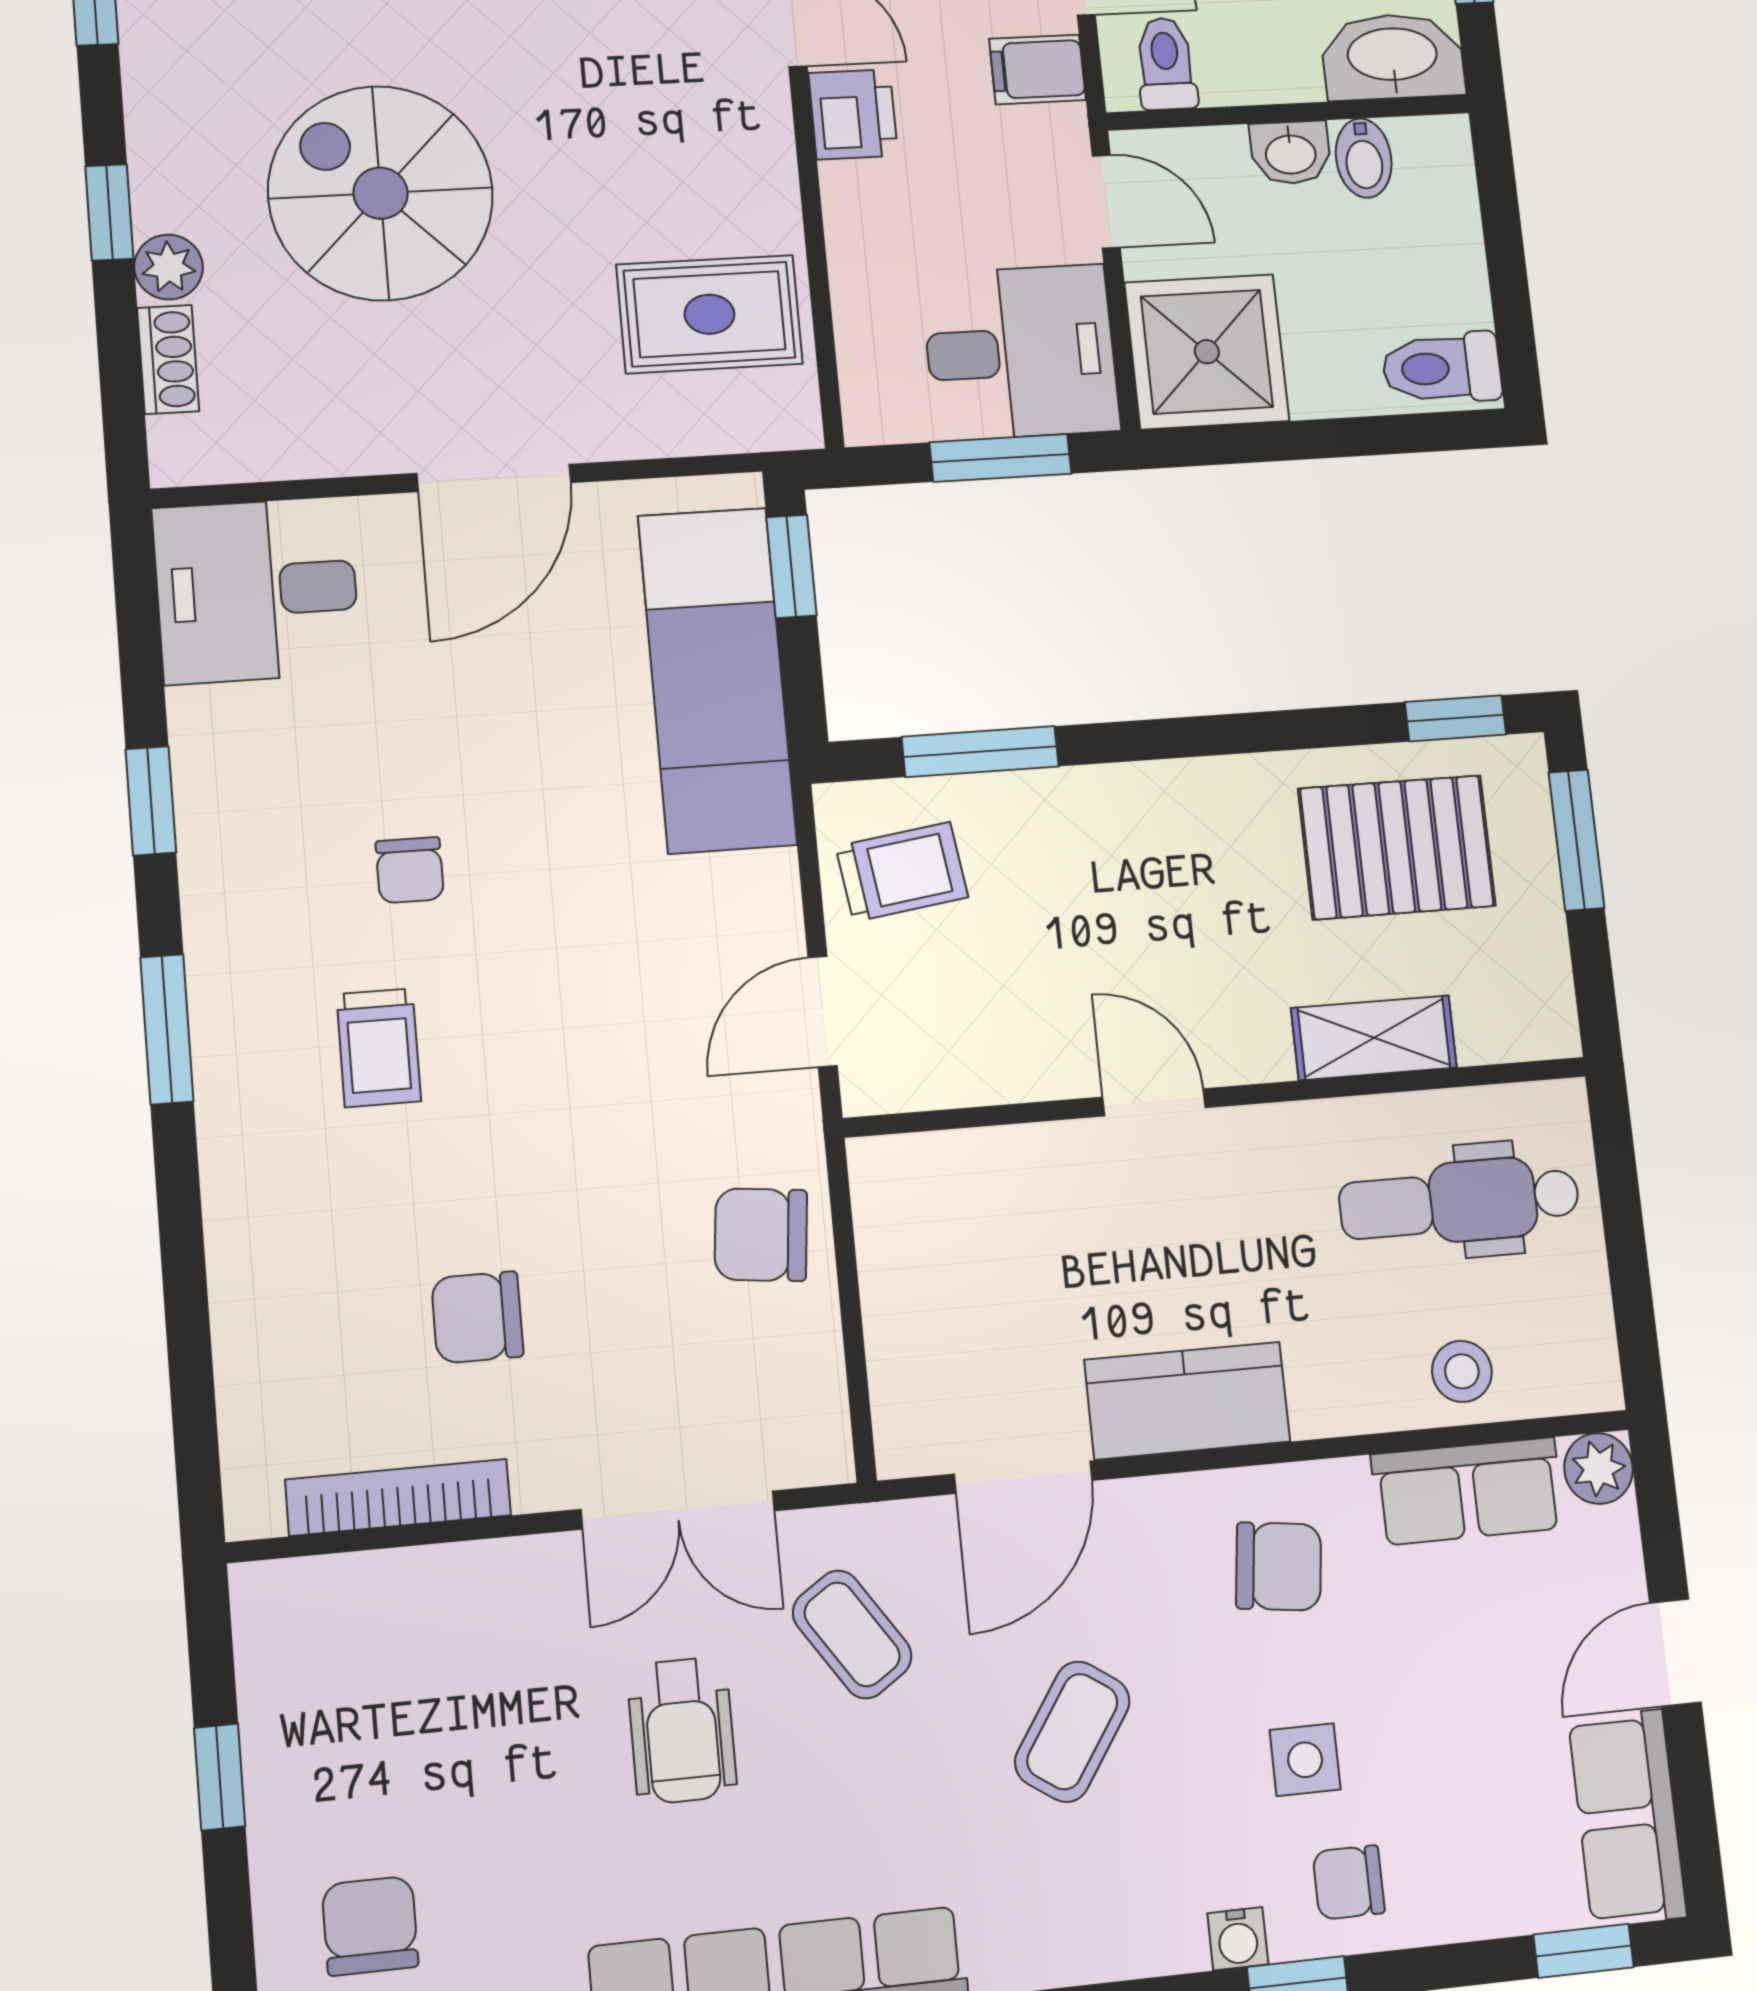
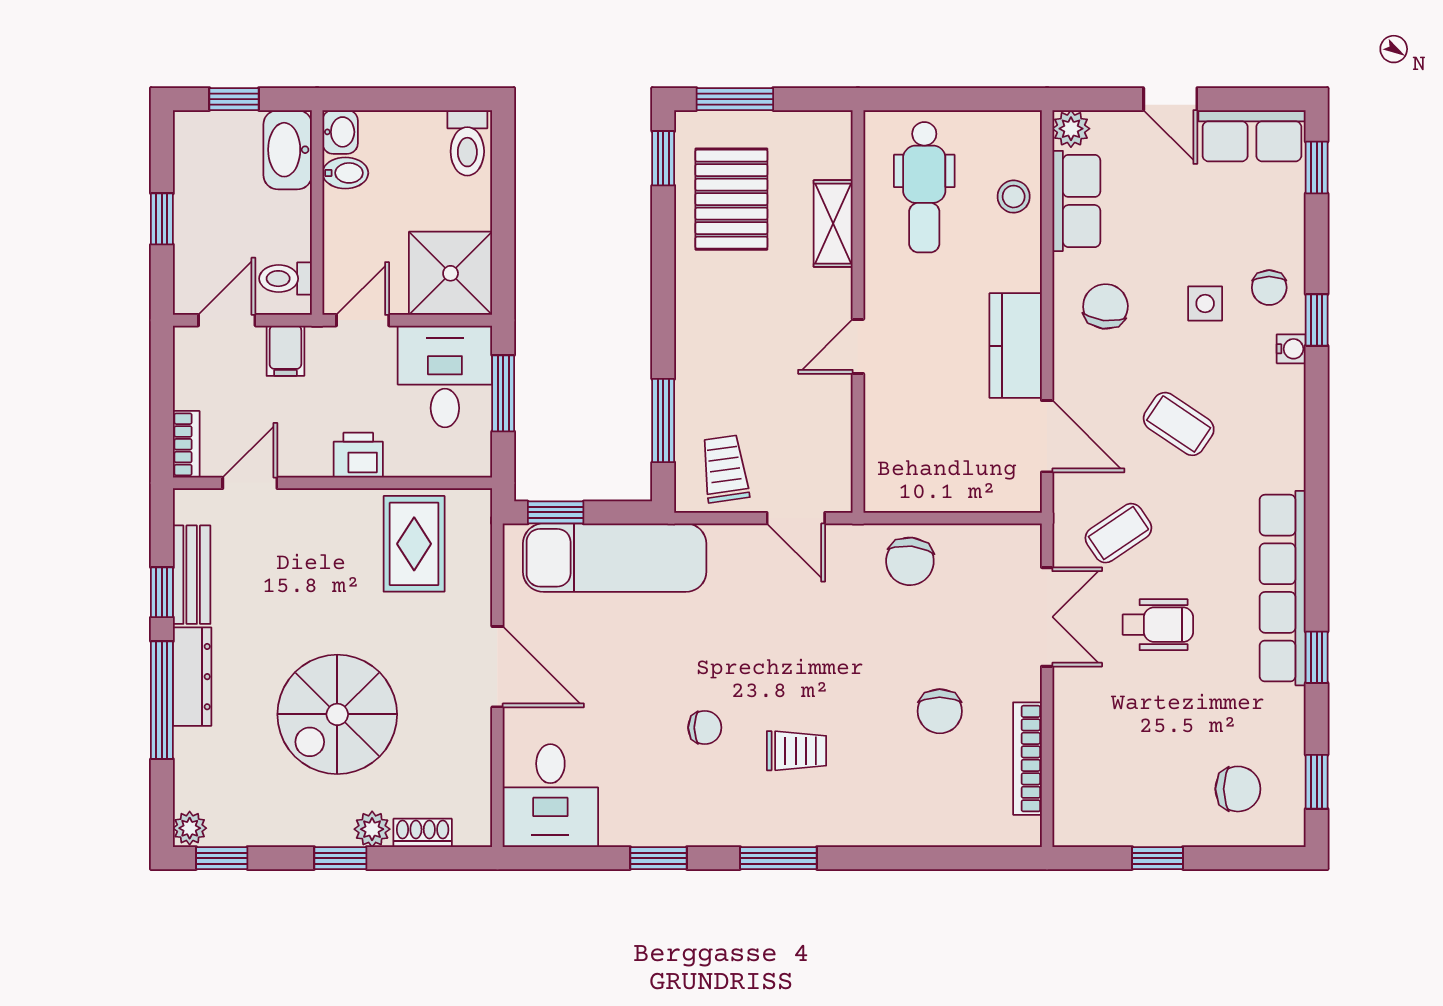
printer: (853, 114) -> (358, 455), moved
washbasin: (1291, 153) -> (340, 132), moved
chair: (370, 1926) -> (1238, 789), turned 180

